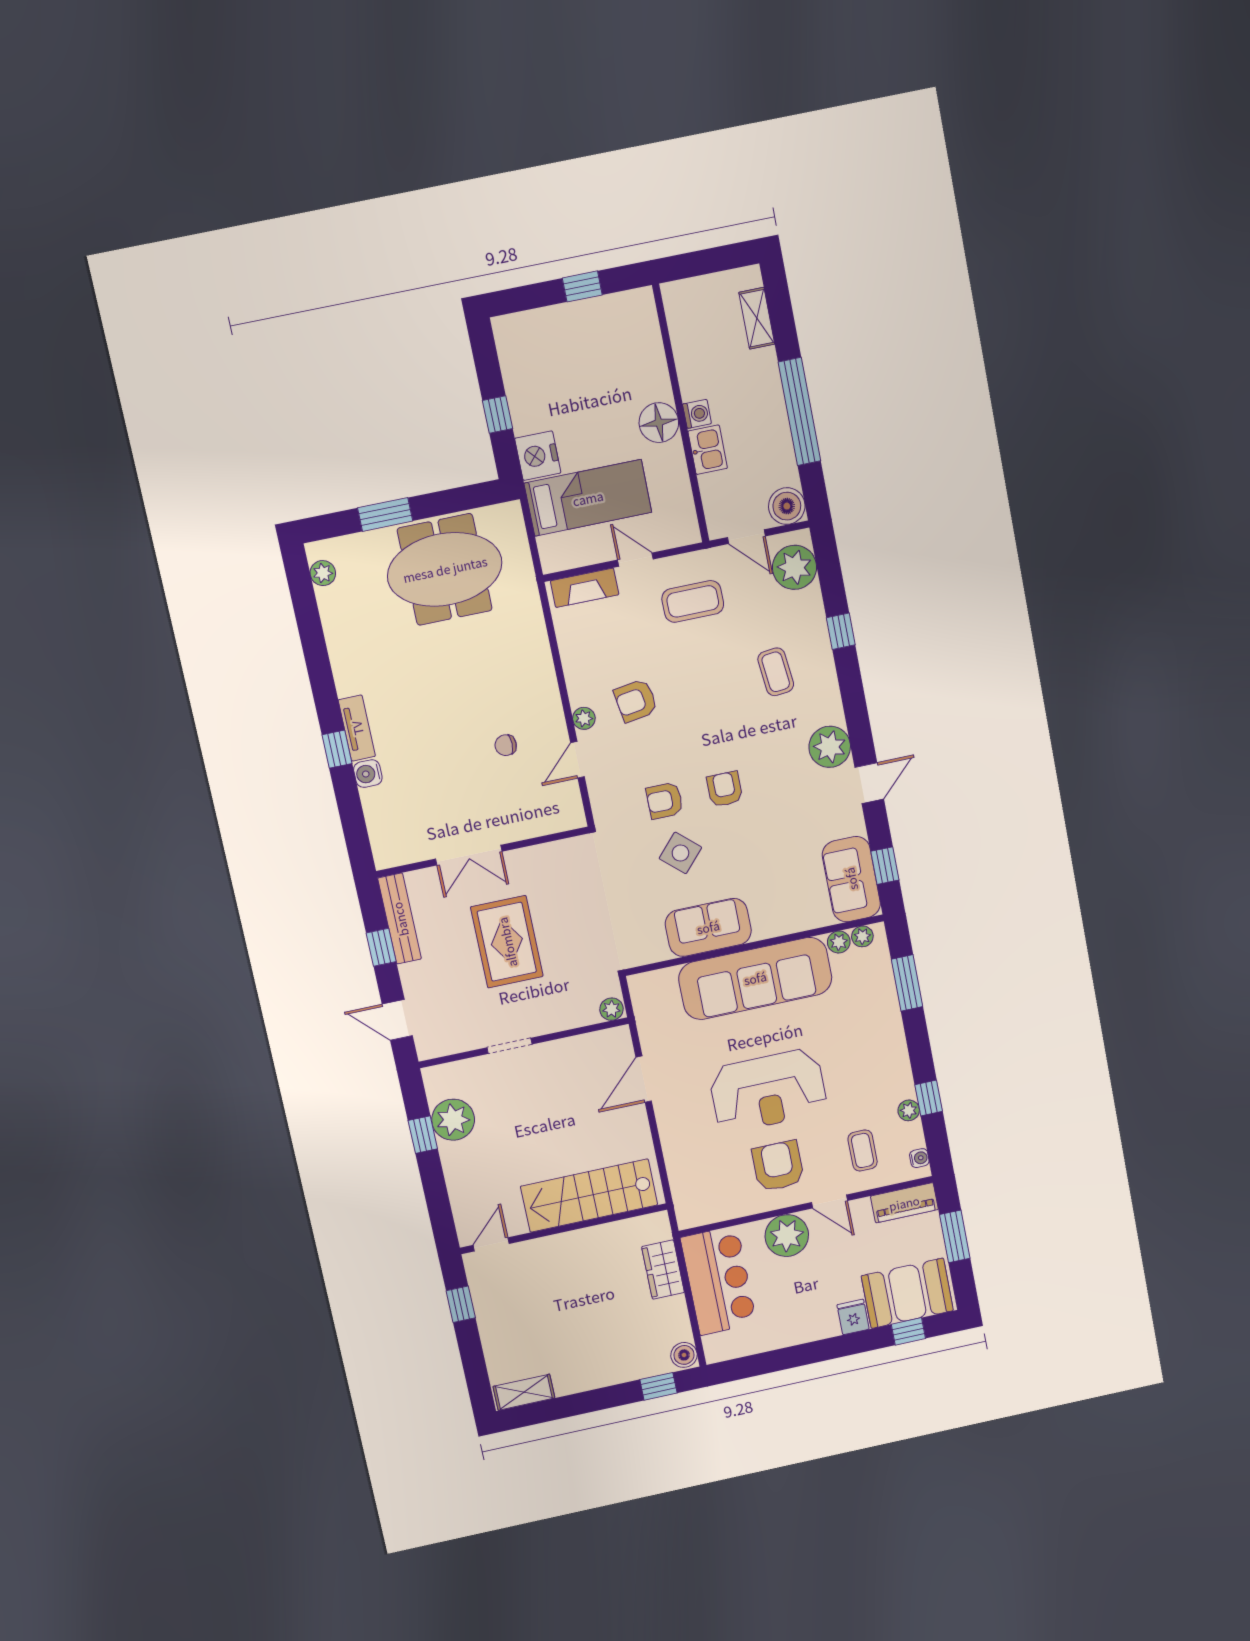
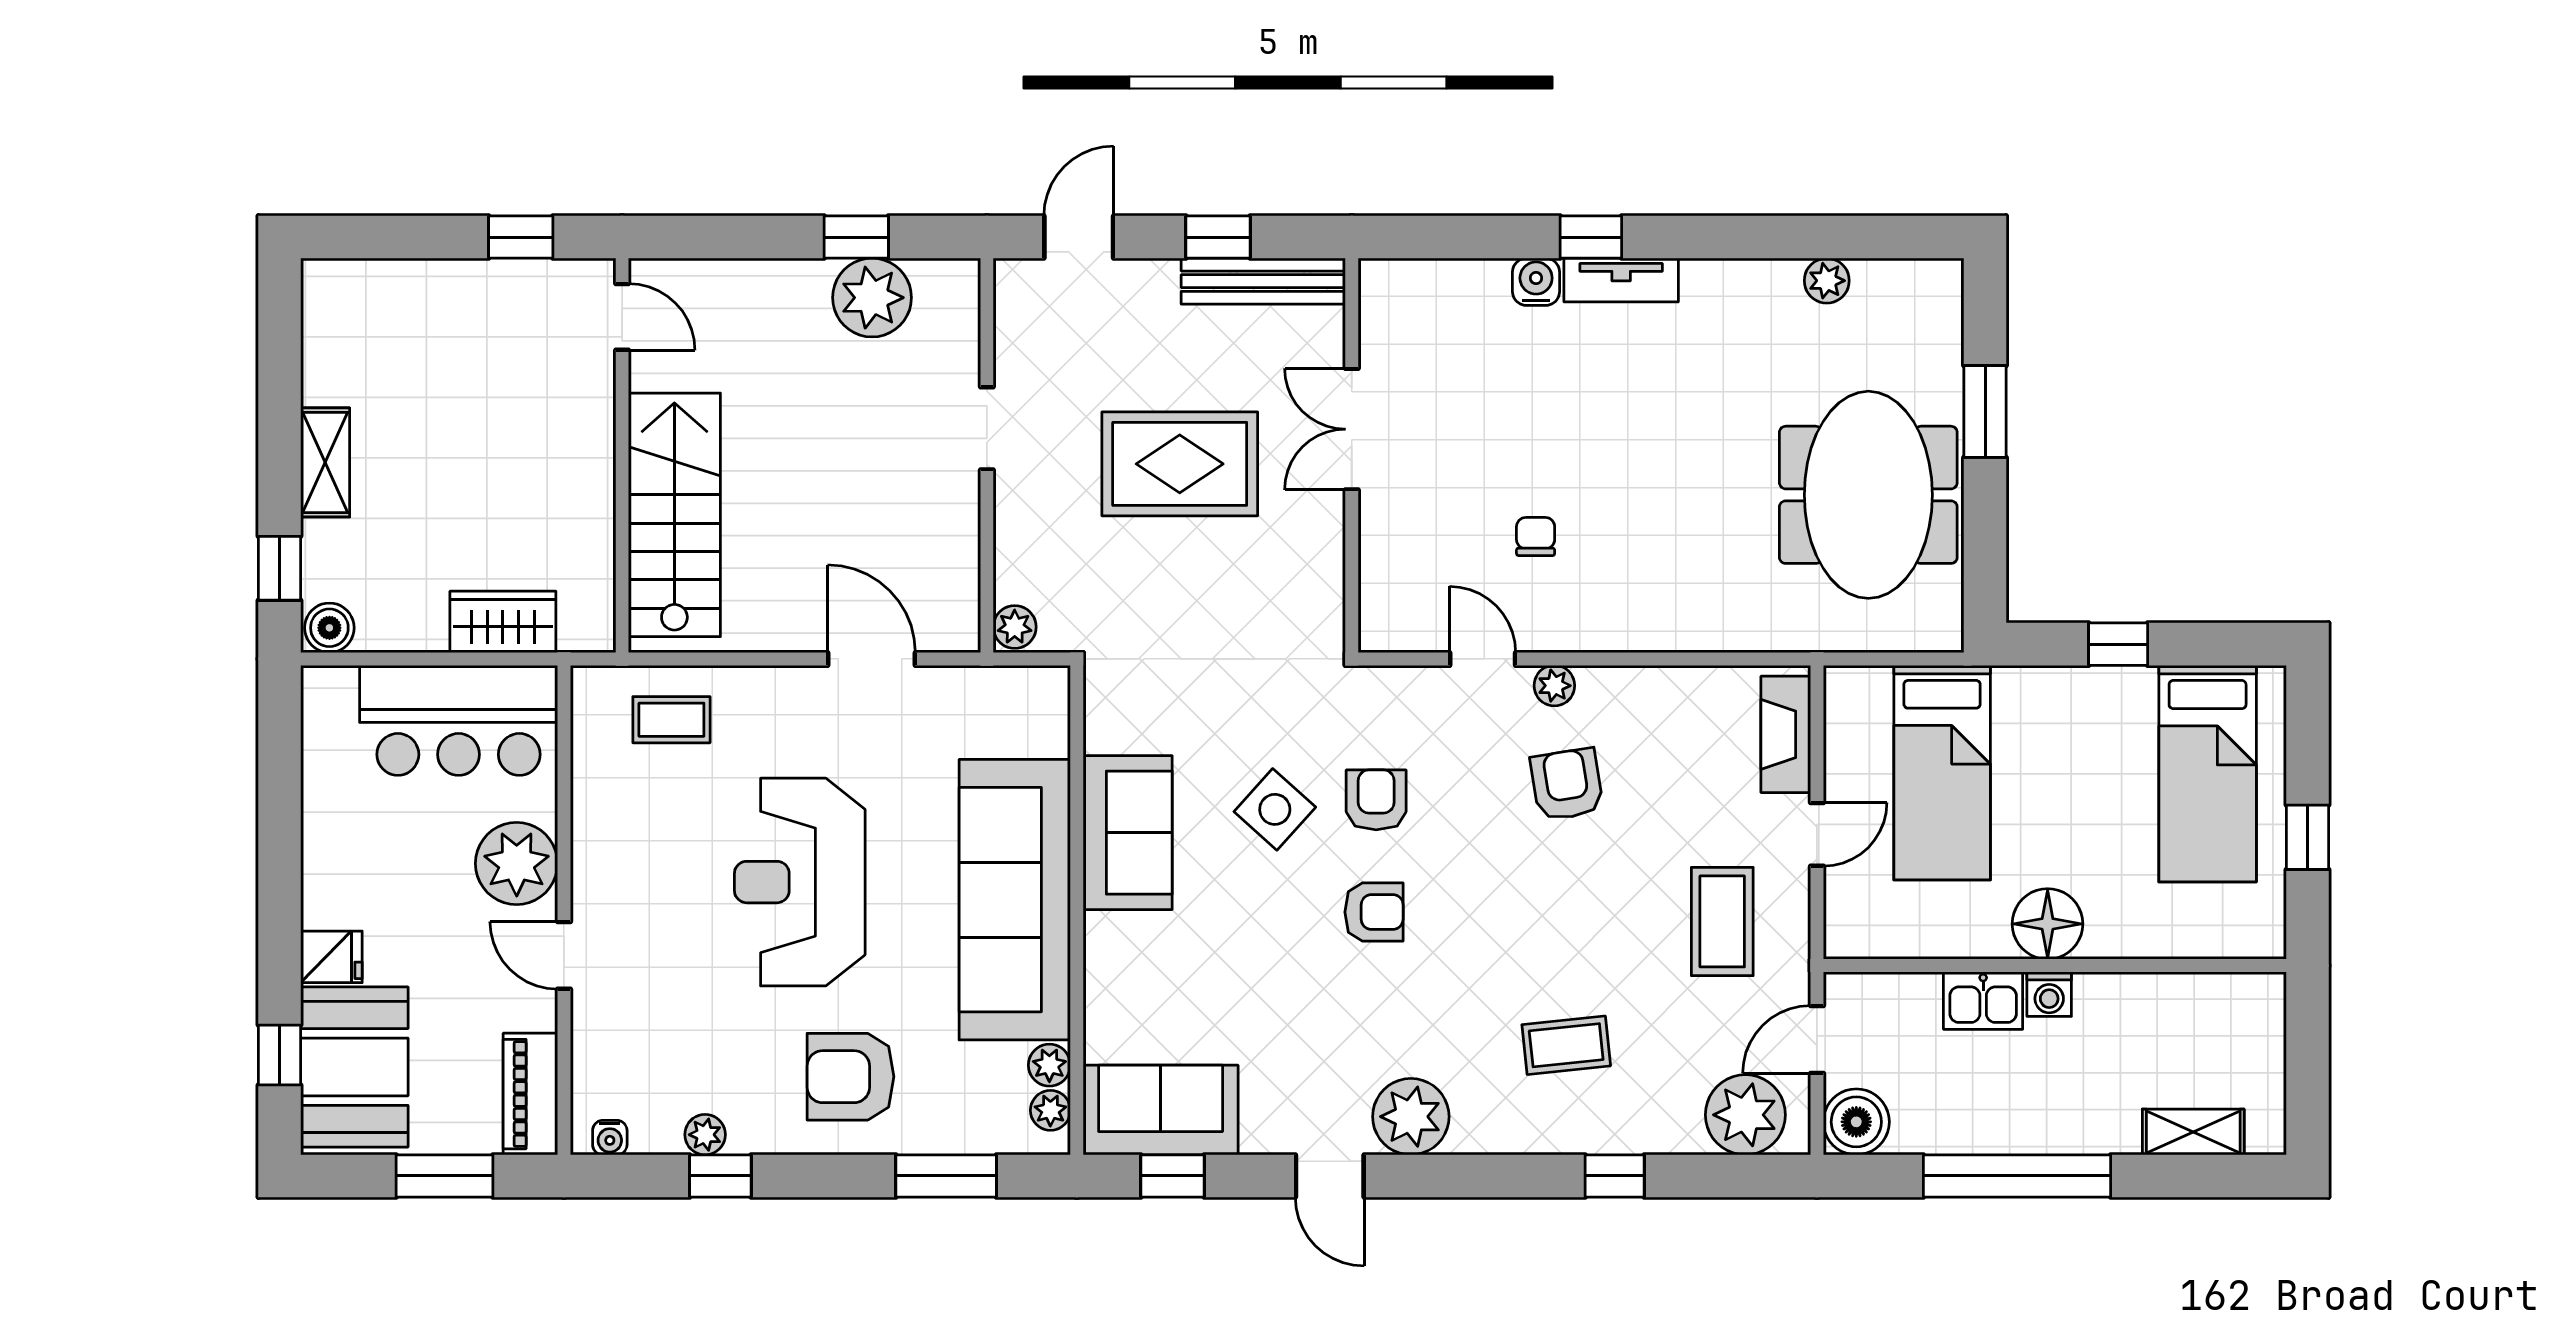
bed: (559, 350) -> (2208, 774), added
nightstand: (538, 456) -> (2033, 700), removed
plant: (323, 573) -> (1827, 281), moved
coffee table: (863, 1150) -> (671, 720), moved
armchair: (778, 1166) -> (850, 1077), moved, turned 180
door: (830, 1202) -> (564, 955), hinge flipped
shelving: (524, 1392) -> (325, 462), moved

